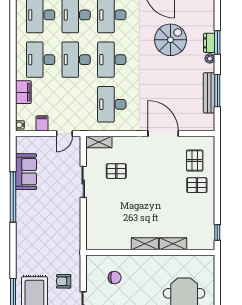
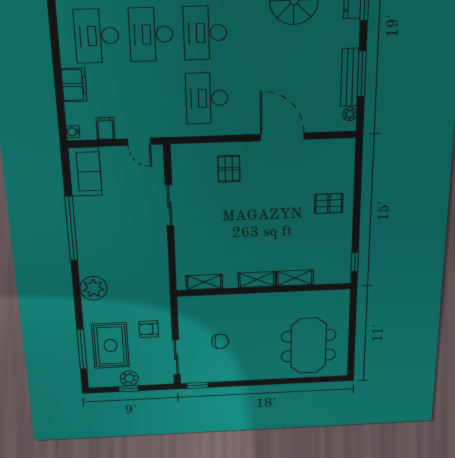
plant: (210, 58) -> (350, 114), moved
door: (64, 134) -> (139, 142), hinge flipped
shelving: (99, 142) -> (204, 282), moved
pallet: (195, 161) -> (327, 171), removed
pallet: (116, 171) -> (229, 169), moved, turned 90
sofa: (26, 172) -> (85, 172), moved
plant: (25, 245) -> (94, 288), added
chair: (115, 278) -> (220, 341), moved

